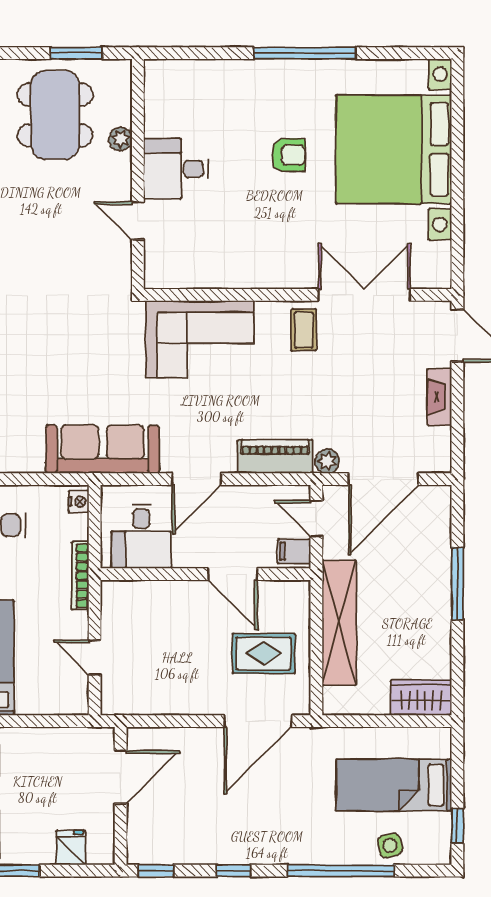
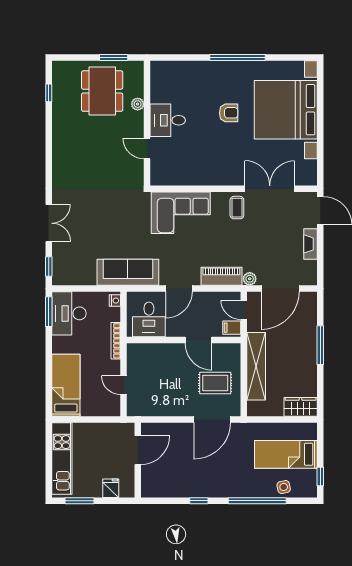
window: (156, 871) -> (157, 501), removed

